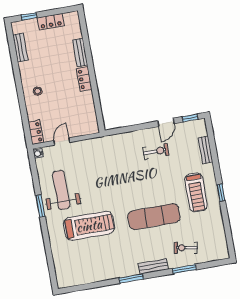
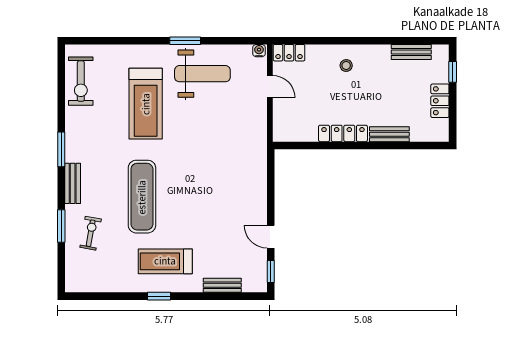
locker: (84, 79) -> (343, 133), width x1.53
exercise bike: (156, 151) -> (81, 81), moved, width x1.38, depth x1.39

